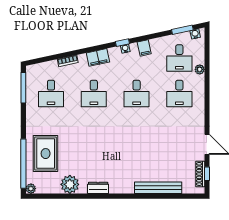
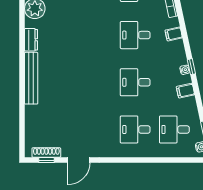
filing cabinet: (98, 57) -> (174, 34), width x0.50
plant: (200, 69) -> (162, 152), removed
bench: (158, 188) -> (31, 78), moved

